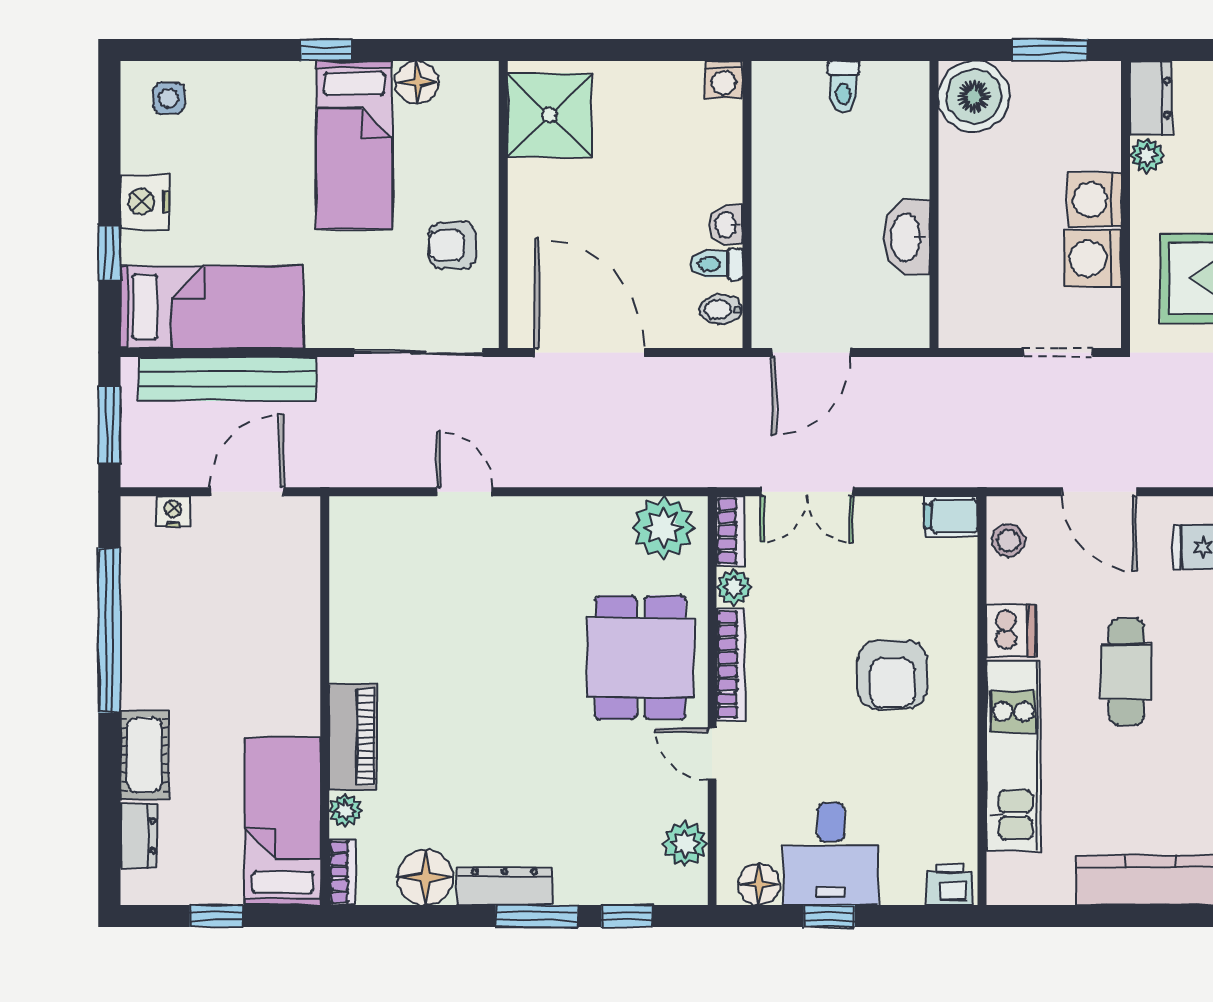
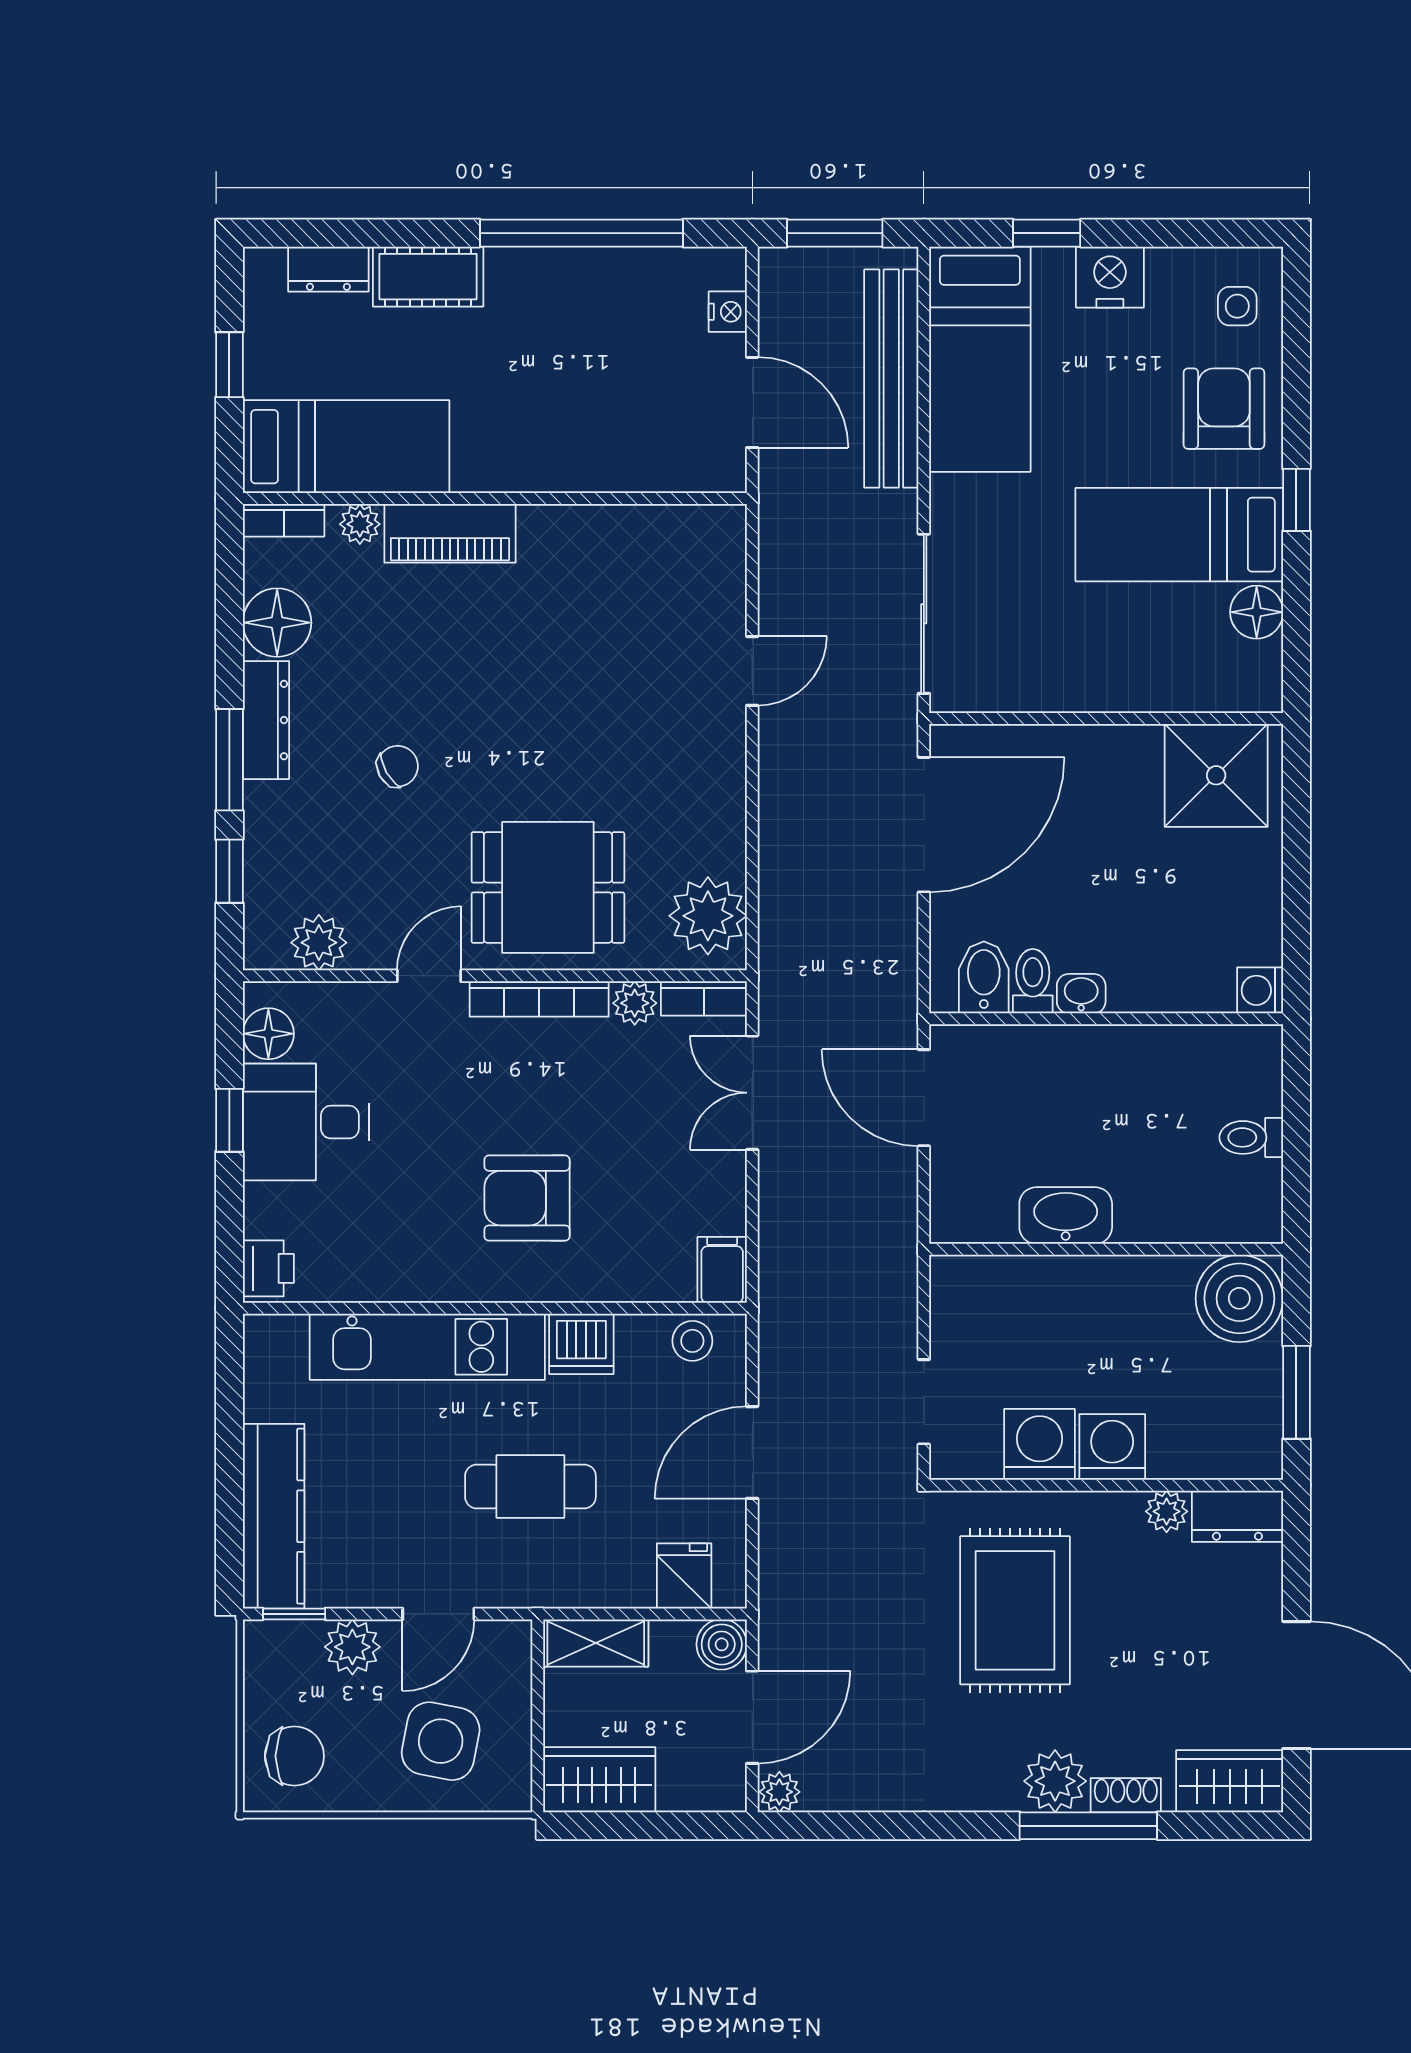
armchair: (452, 245) -> (1224, 409), moved, width x1.38, depth x1.38
bidet: (721, 309) -> (984, 977), width x1.38, depth x1.36
chair: (542, 780) -> (398, 766), added

